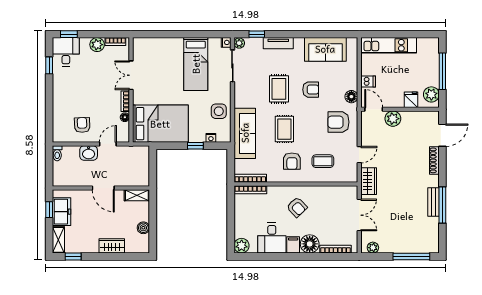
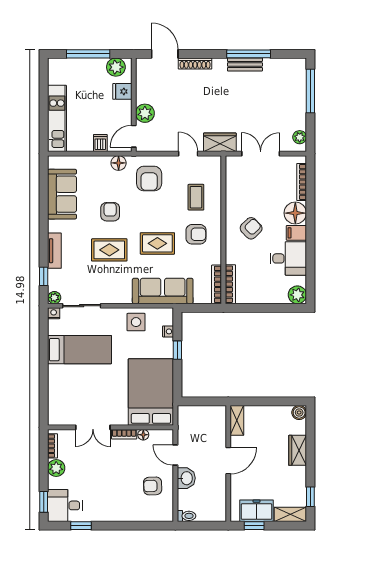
boiler: (143, 228) -> (299, 413), moved

